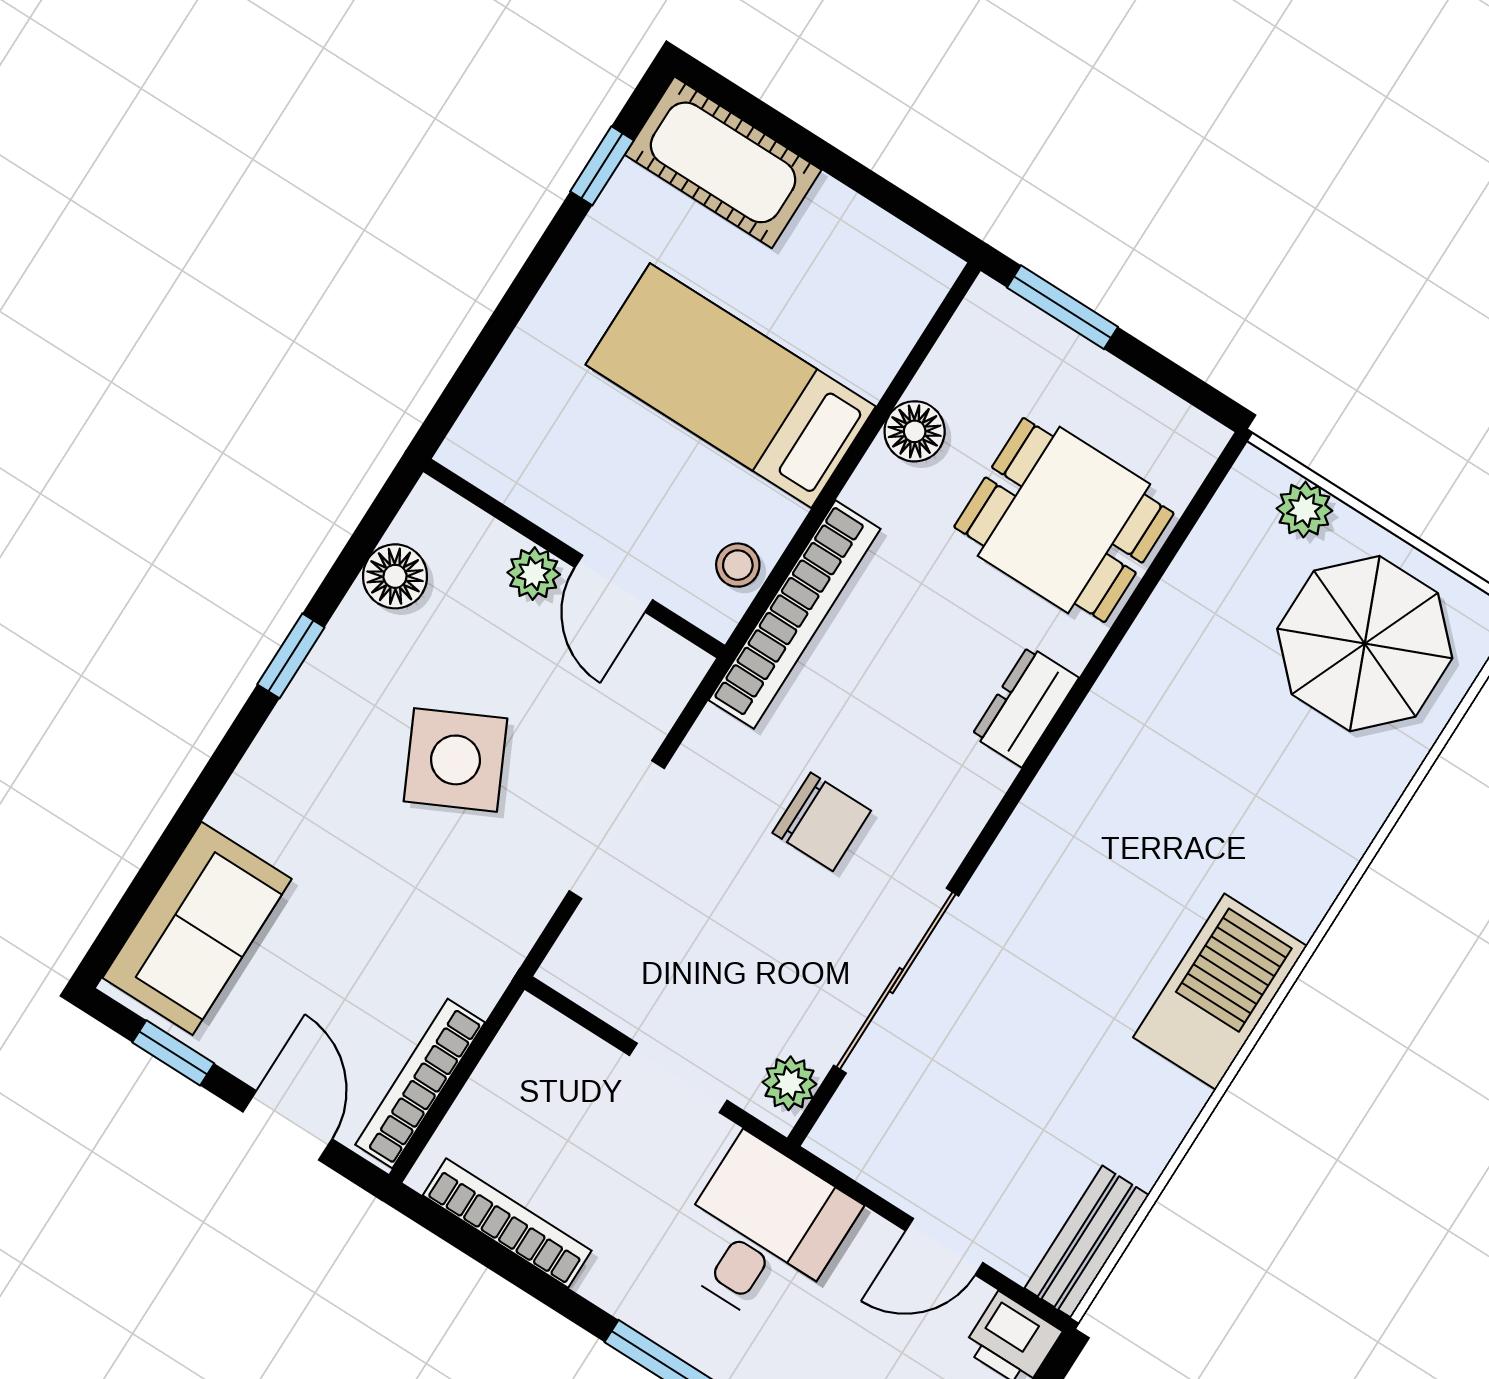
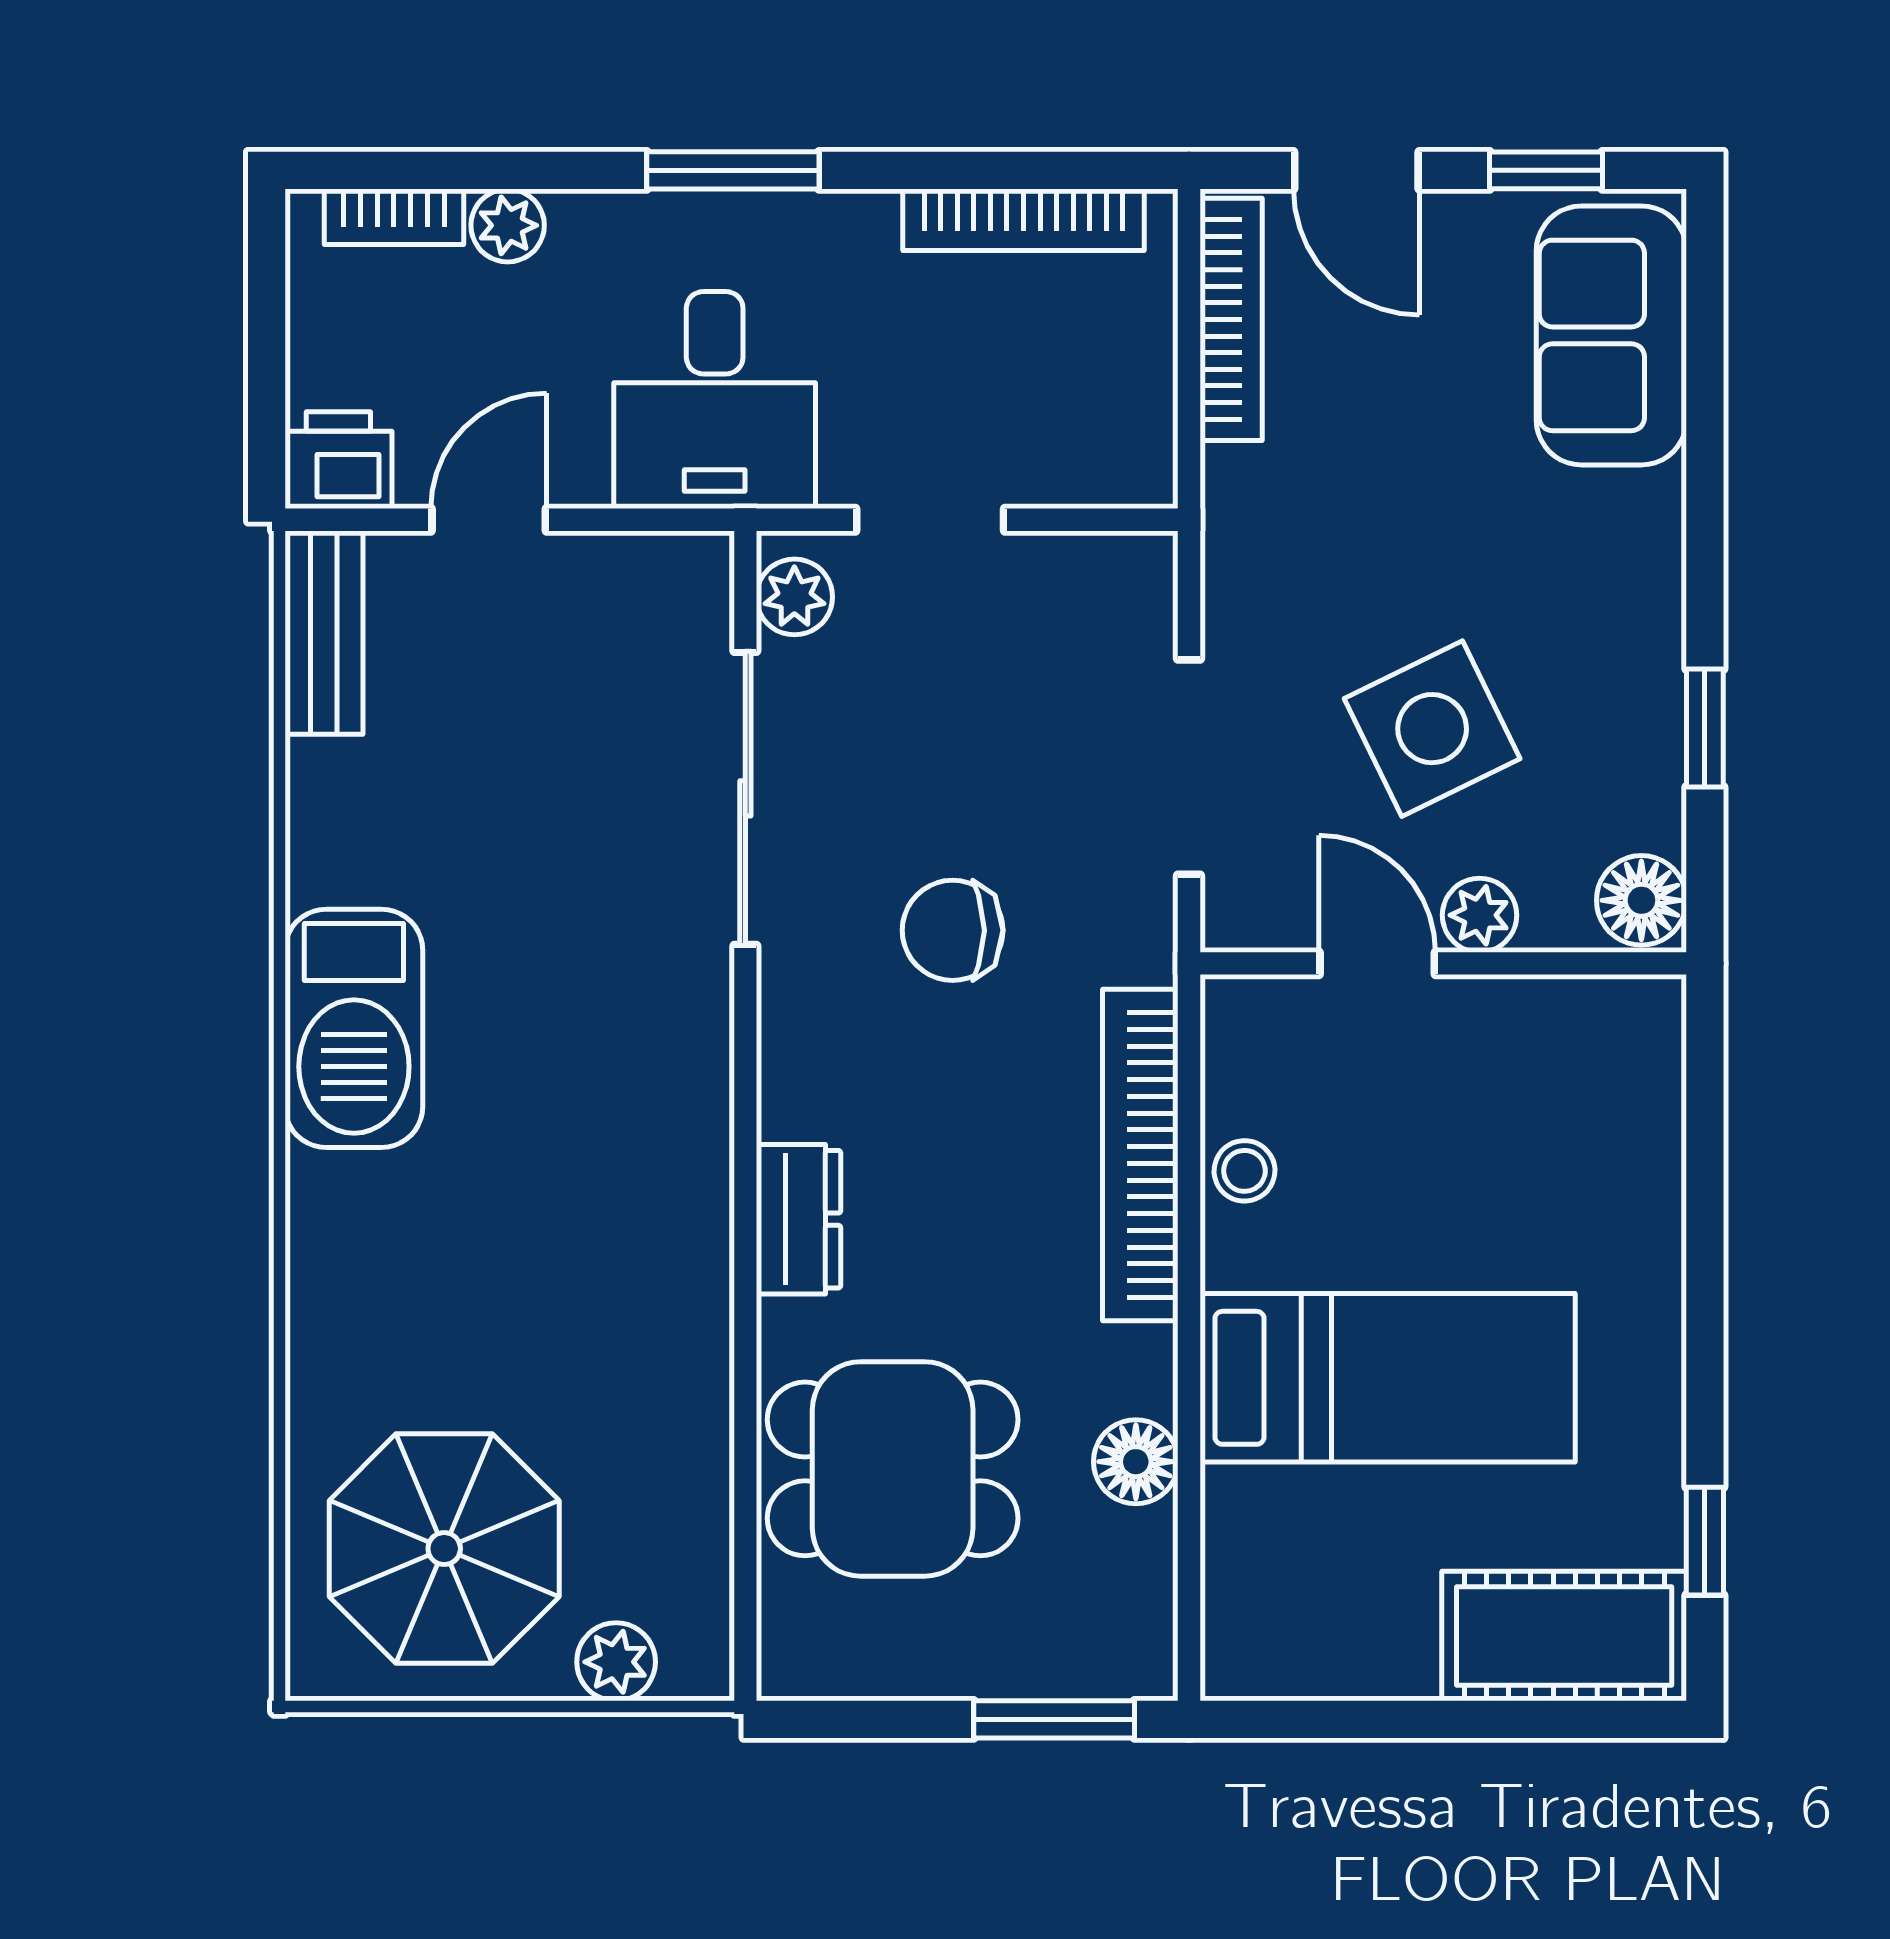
wall: (574, 558) -> (1443, 963), moved
plant: (534, 574) -> (1480, 915), moved
door: (614, 584) -> (1377, 963), moved

